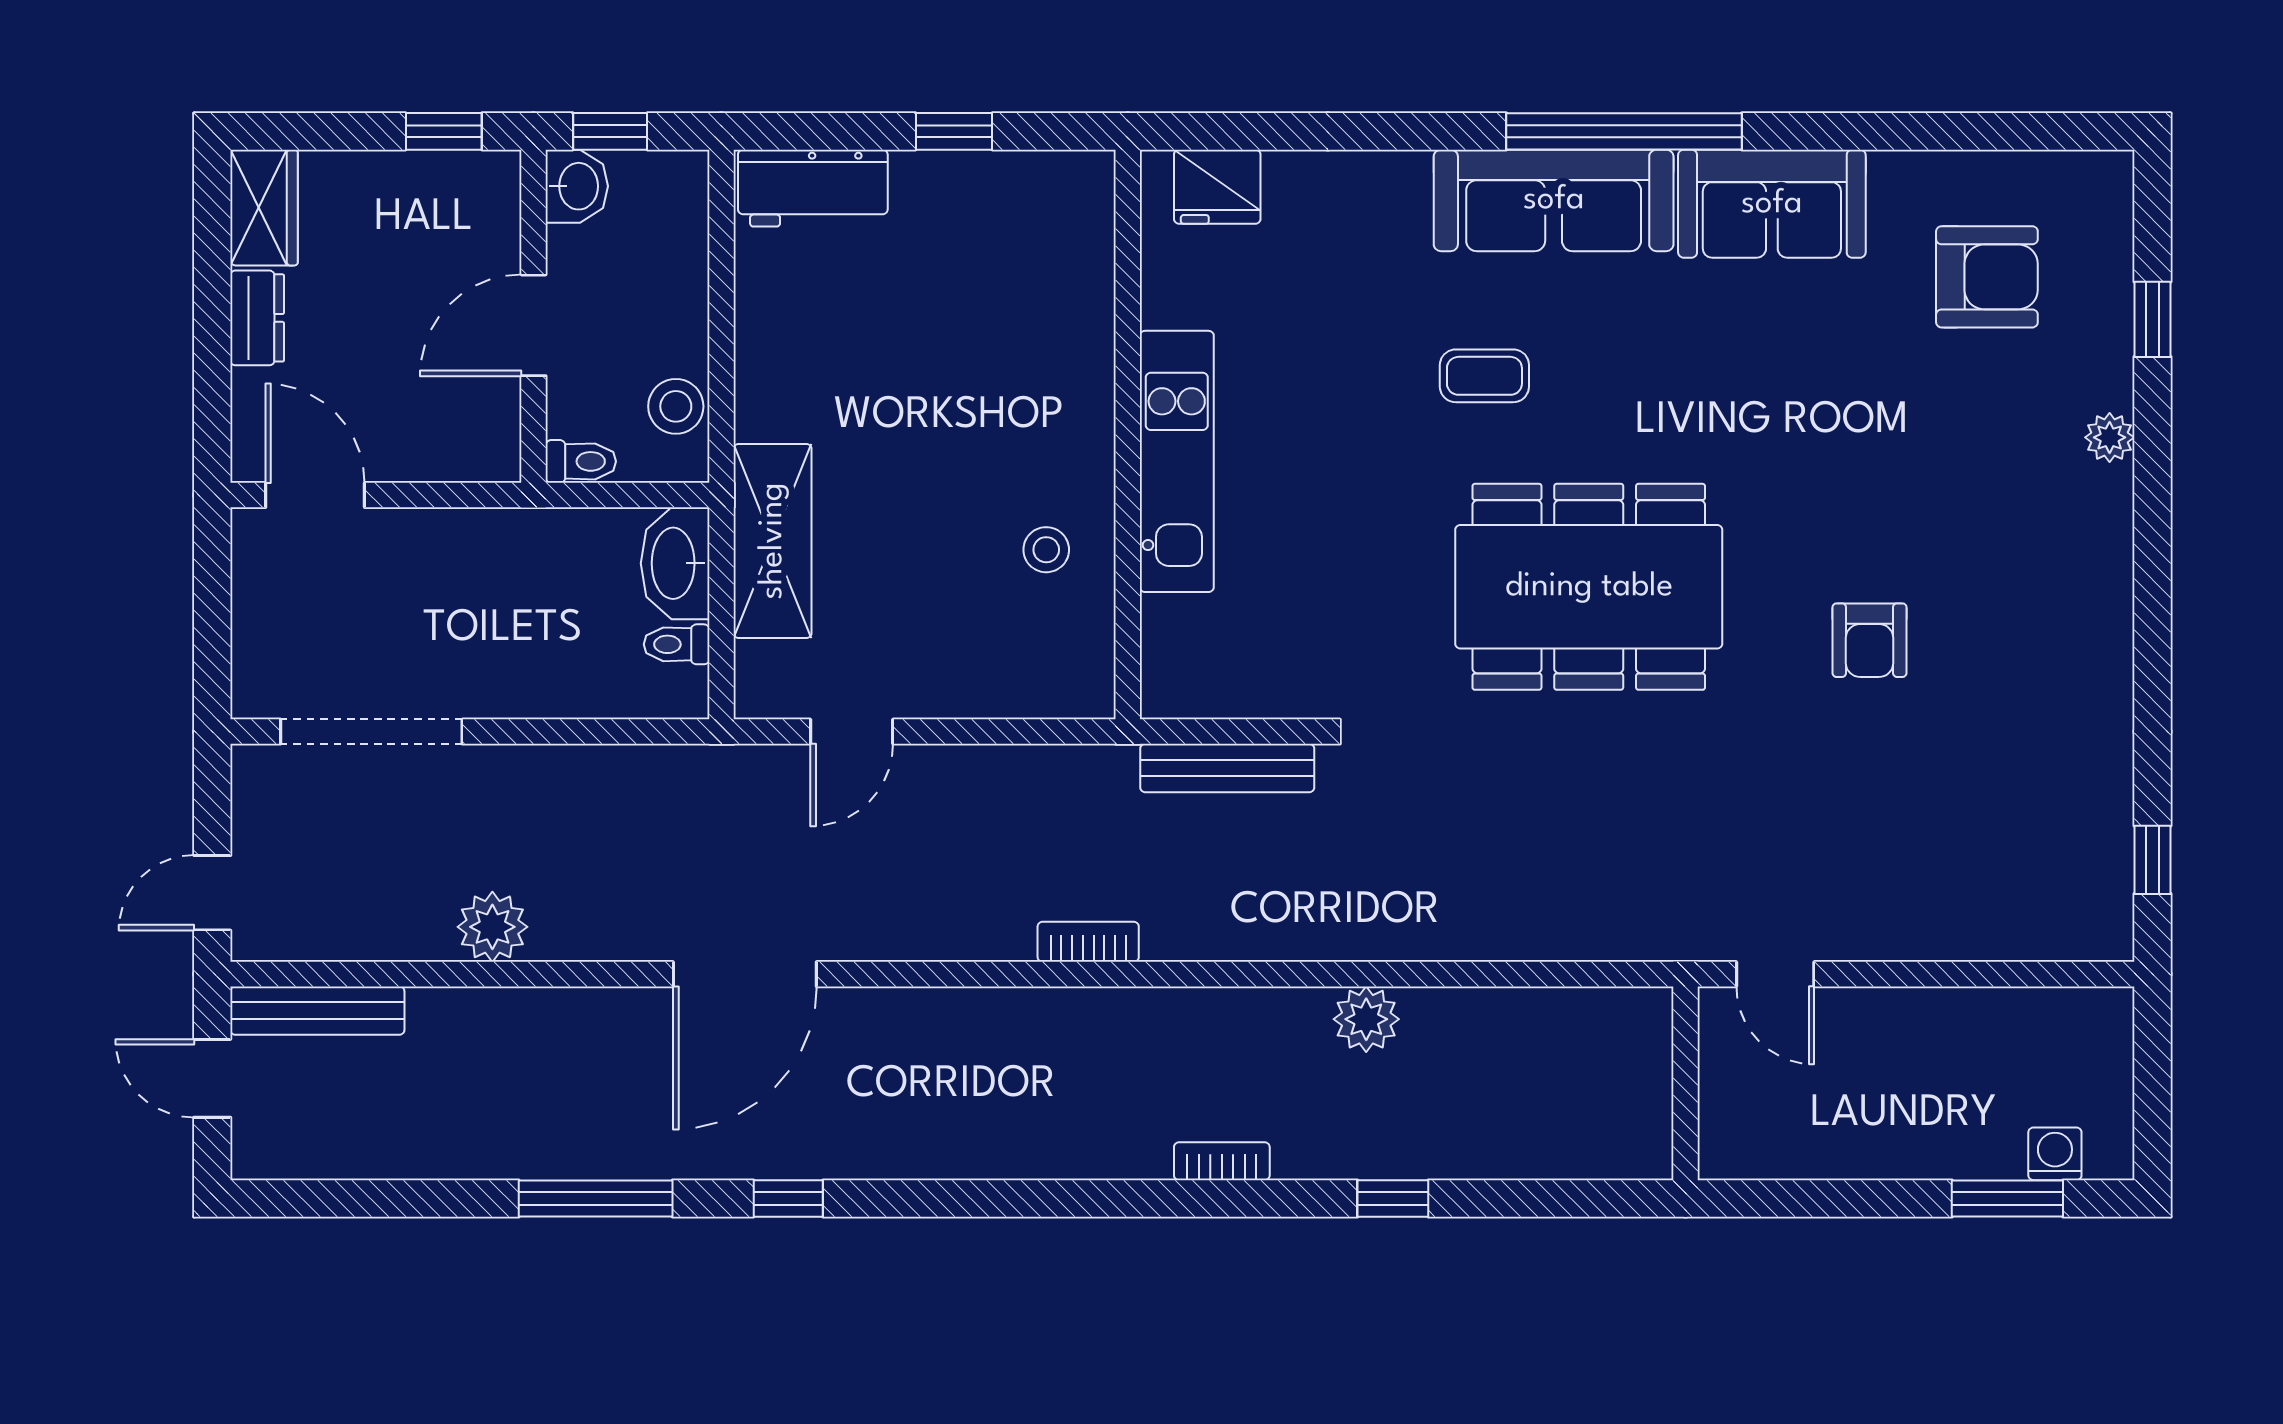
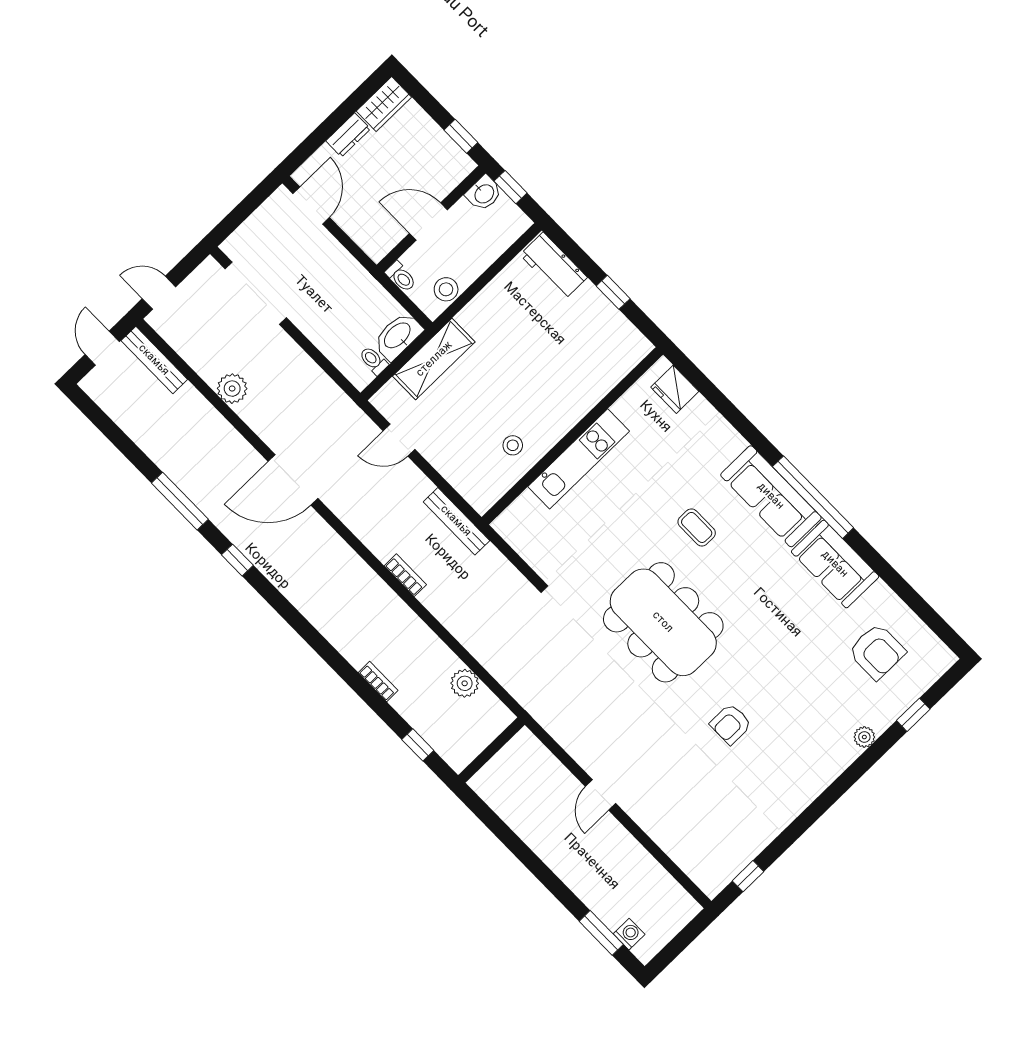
bench: (1227, 768) -> (456, 521), moved
wall: (1686, 1083) -> (492, 750), moved

